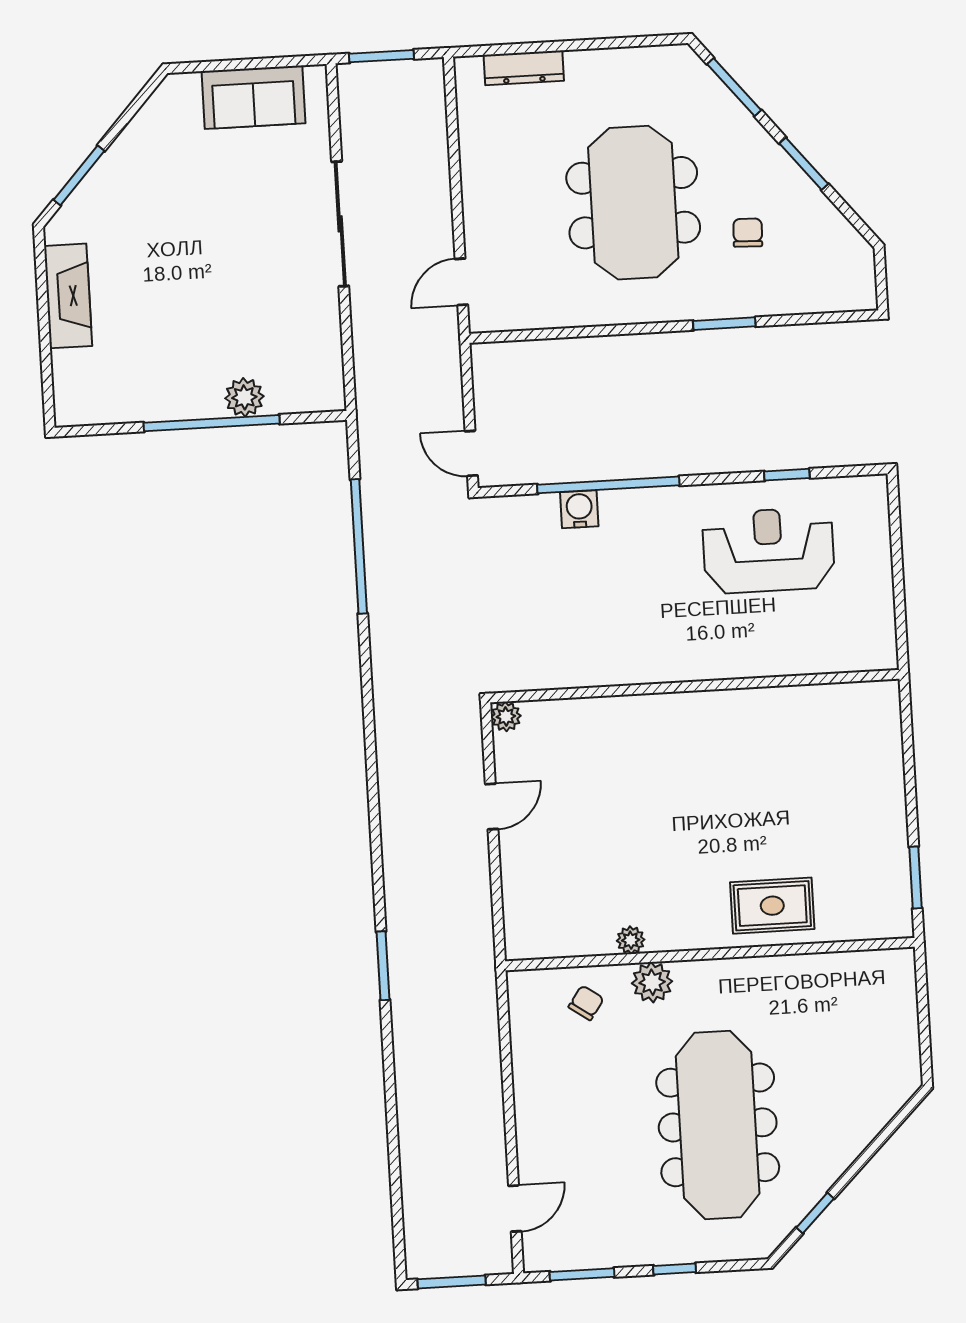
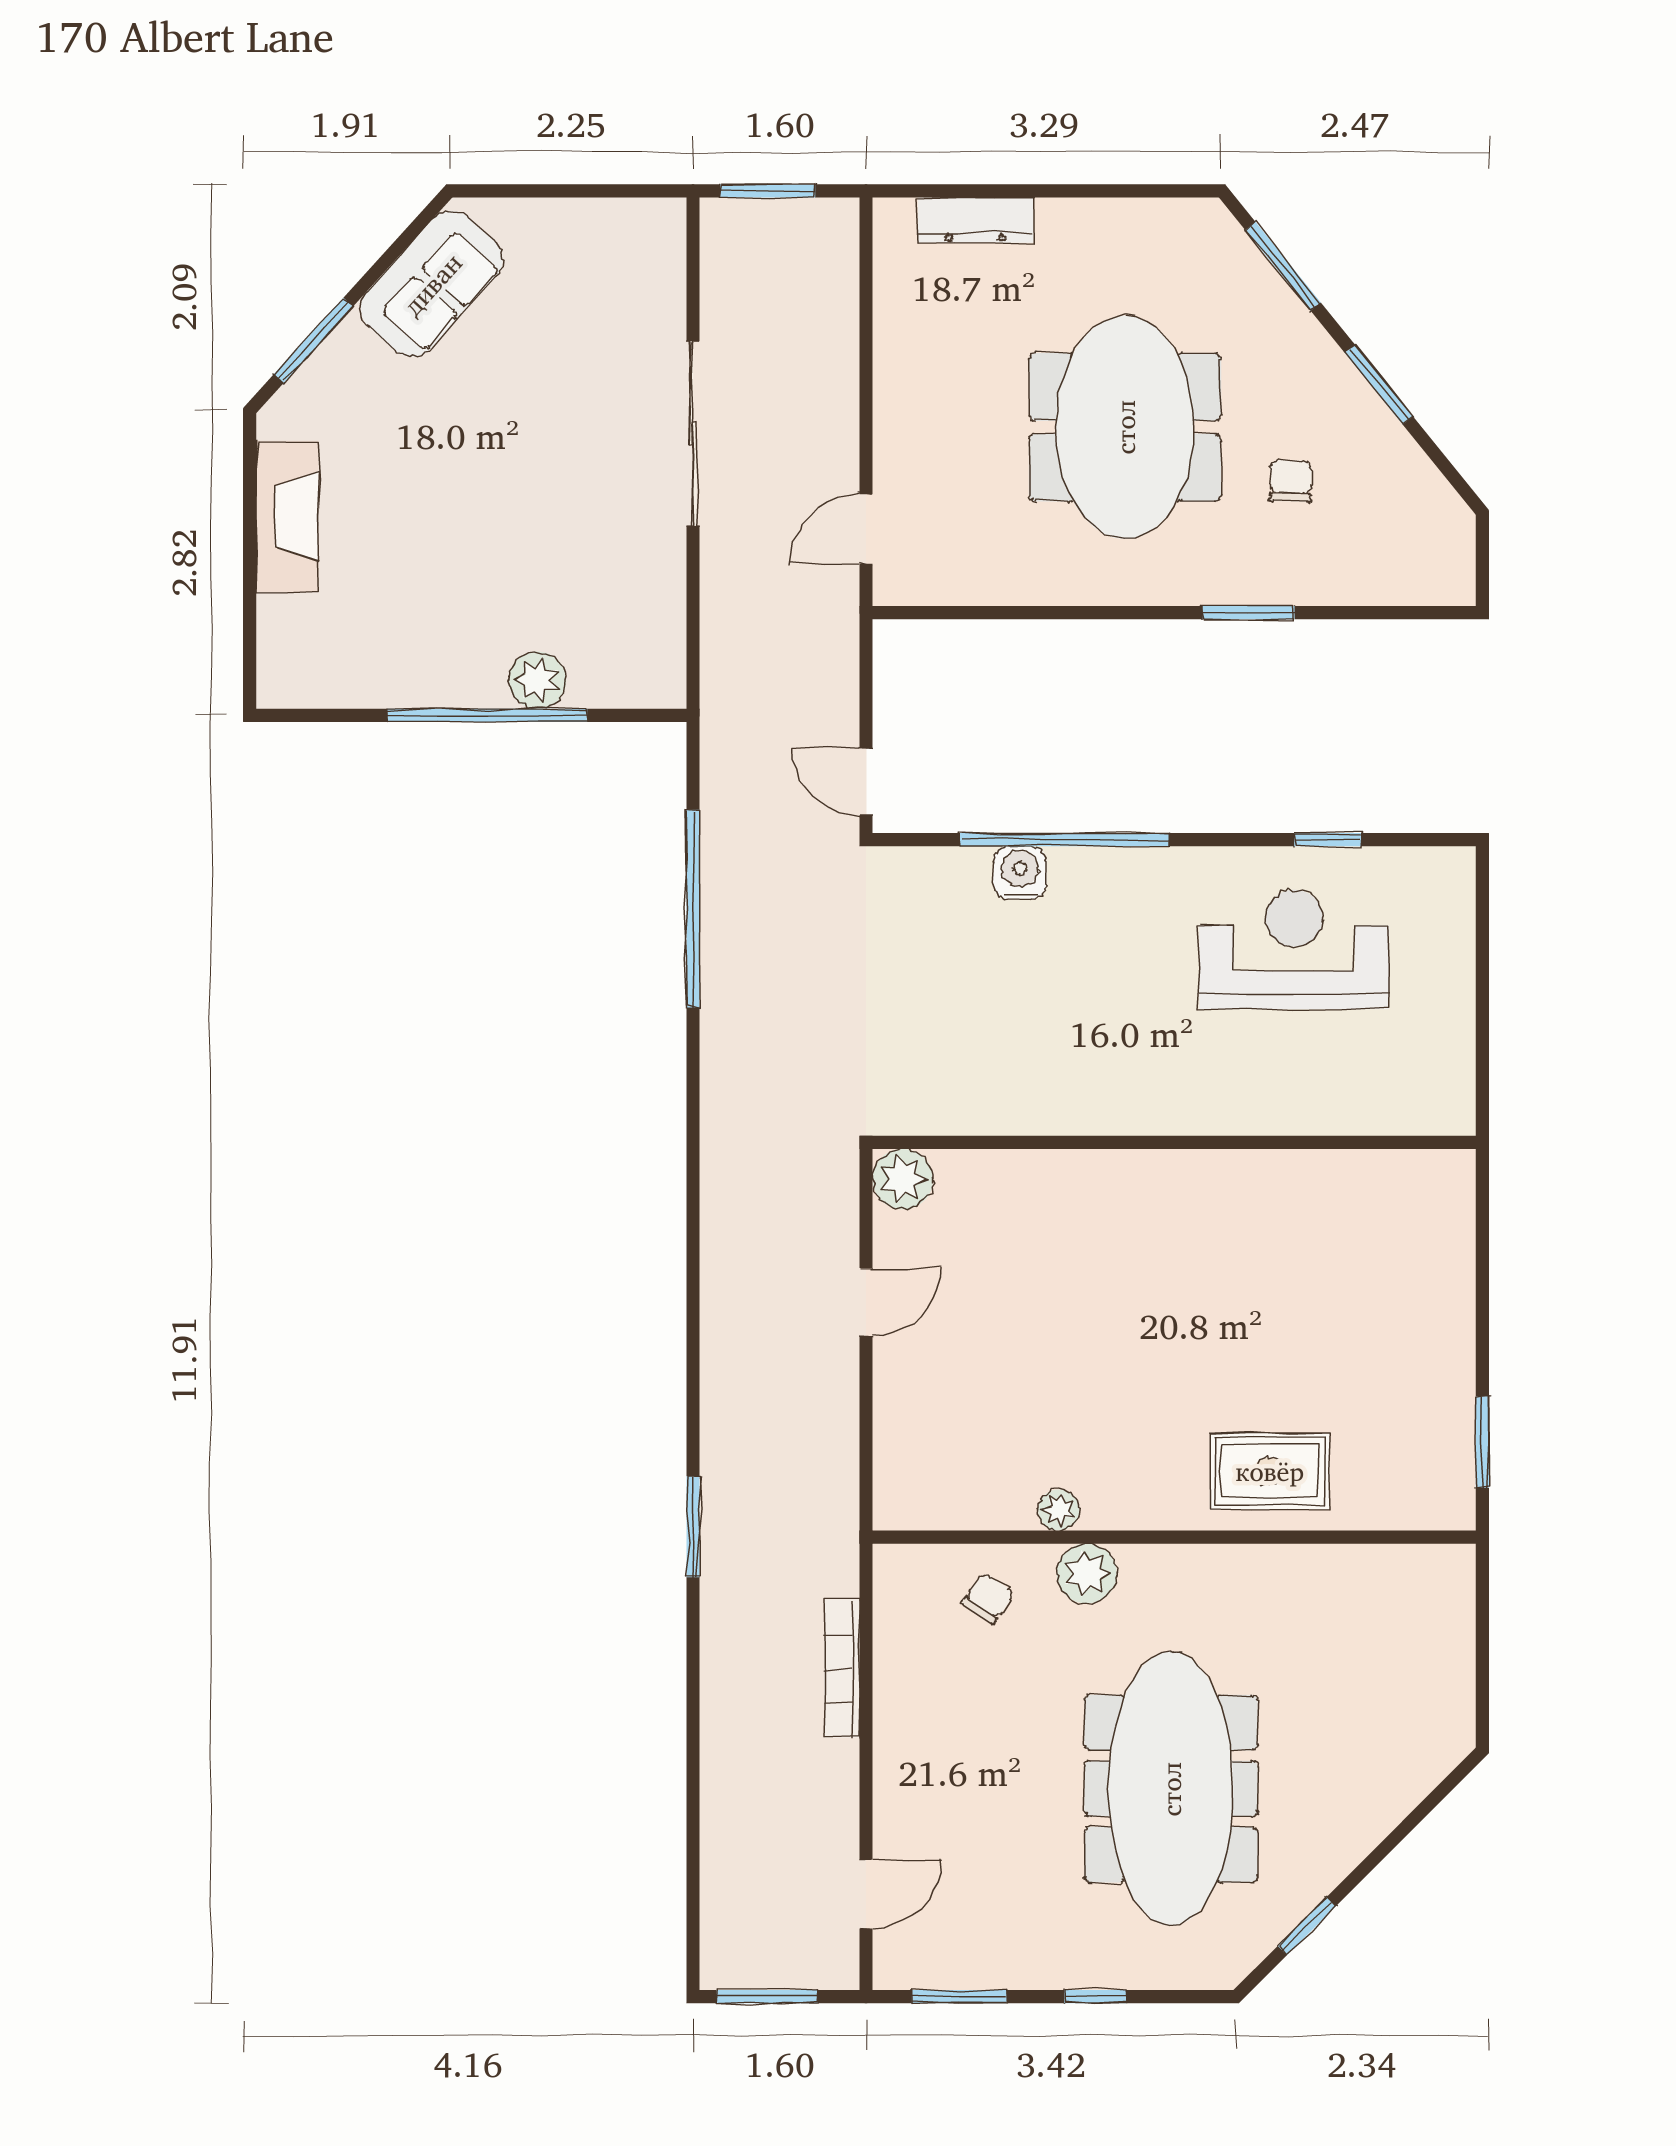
sofa: (254, 97) -> (432, 284), moved, turned -48
plant: (506, 716) -> (903, 1179), width x1.38, depth x1.38
bookcase: (490, 1056) -> (842, 1669), added

